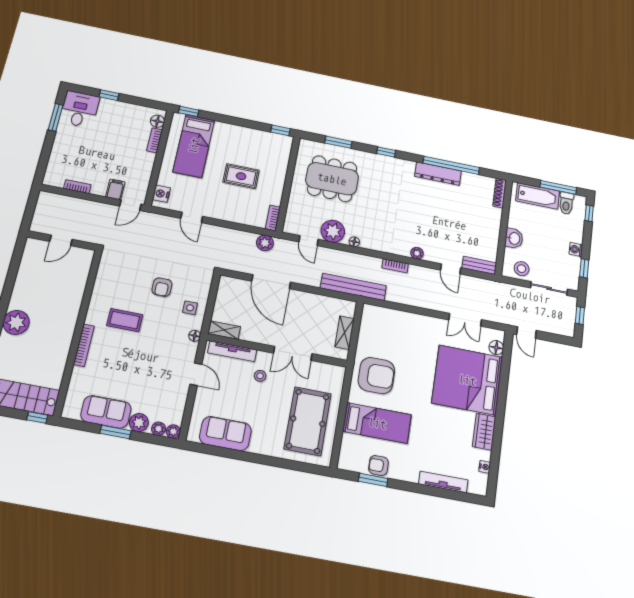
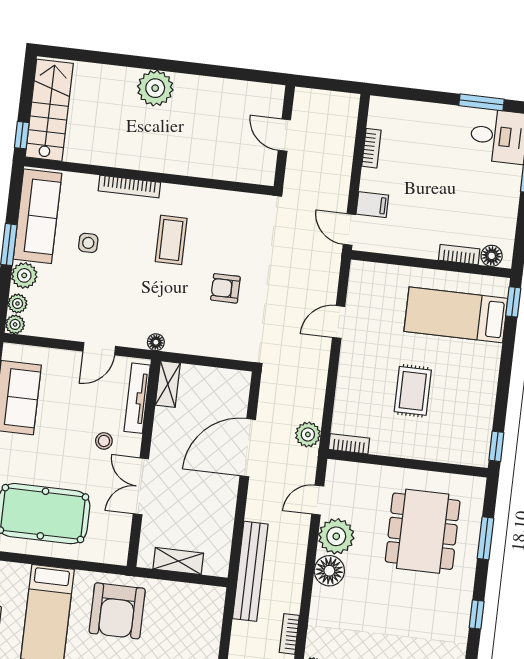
nightstand: (161, 194) -> (372, 273), removed
floor lamp: (354, 242) -> (329, 571), width x1.89, depth x1.89
side table: (190, 308) -> (88, 243), moved
sofa: (106, 412) -> (38, 216), width x1.36

